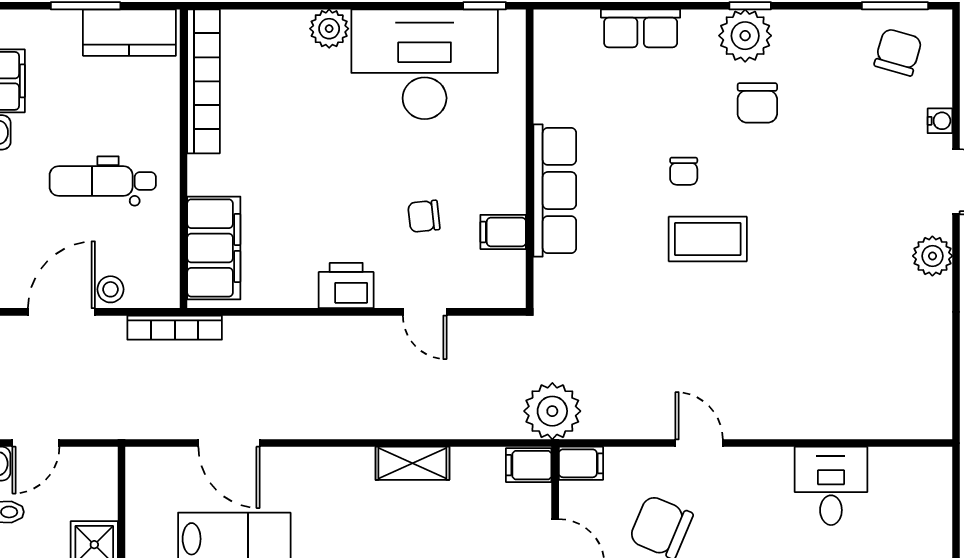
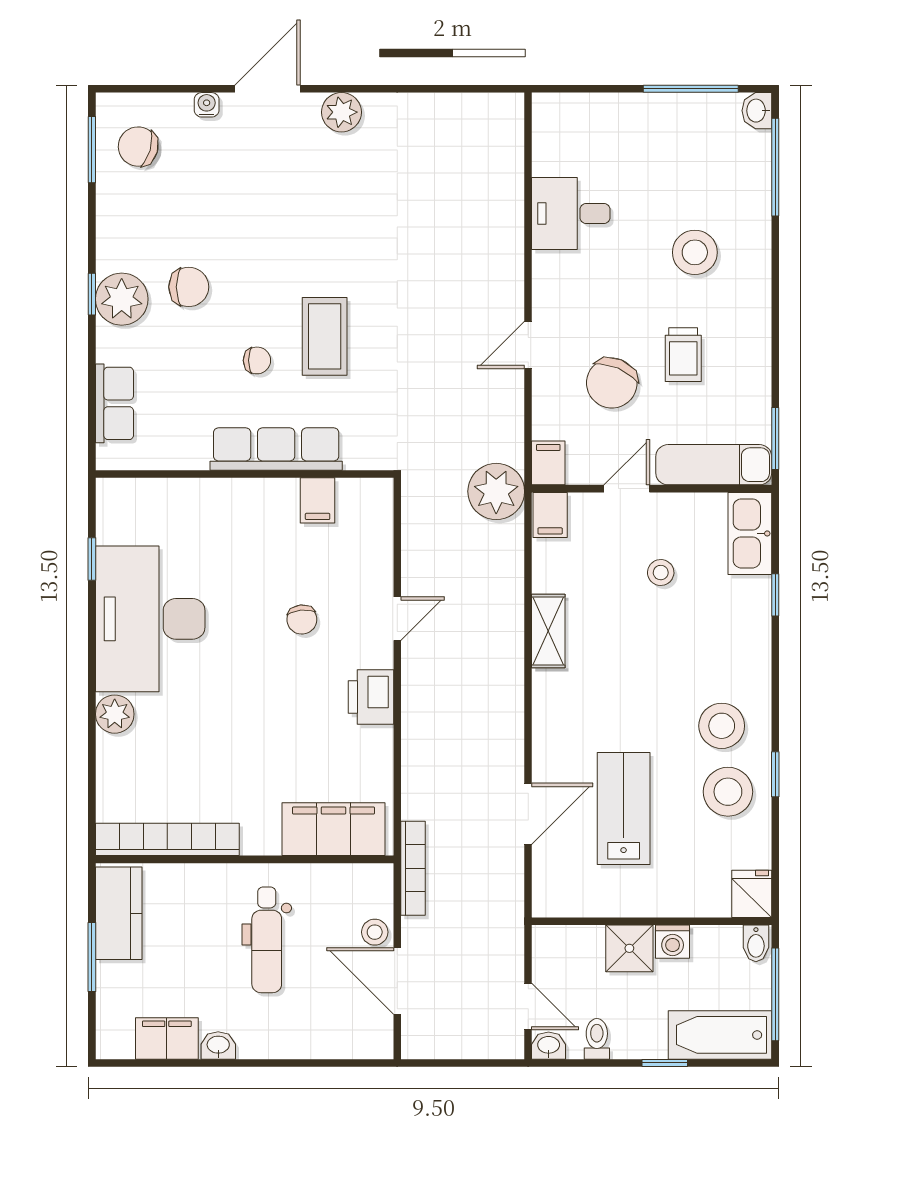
wall: (530, 159) -> (245, 474), moved
row of seats: (555, 191) -> (276, 449), moved
filing cabinet: (503, 232) -> (318, 500), moved

